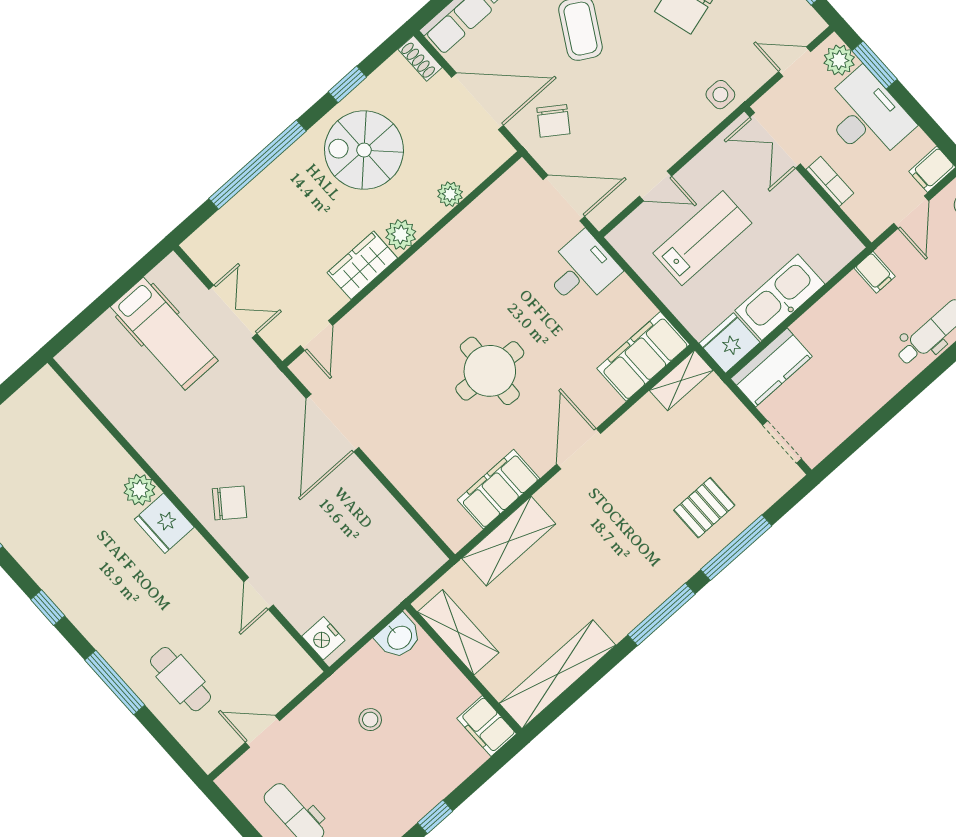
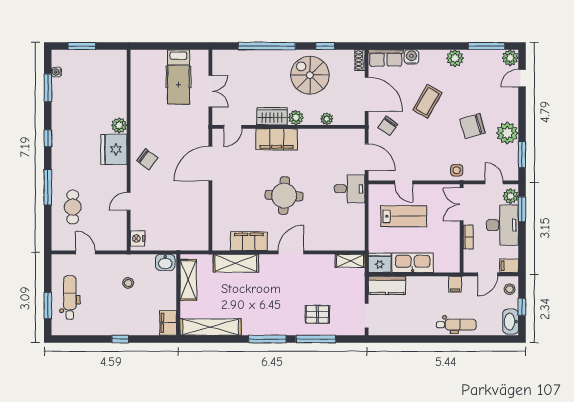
filing cabinet: (643, 356) -> (277, 139), moved, turned 180
fridge: (164, 523) -> (114, 149), width x1.36, depth x1.34

